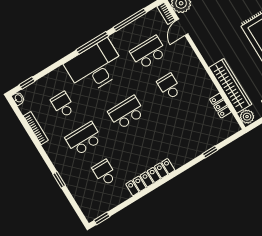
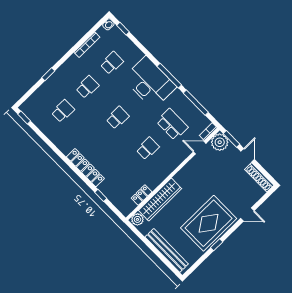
school desk: (126, 113) -> (118, 118), width x0.54
school desk: (84, 139) -> (87, 87), width x0.54
locker: (150, 177) -> (85, 168), moved

